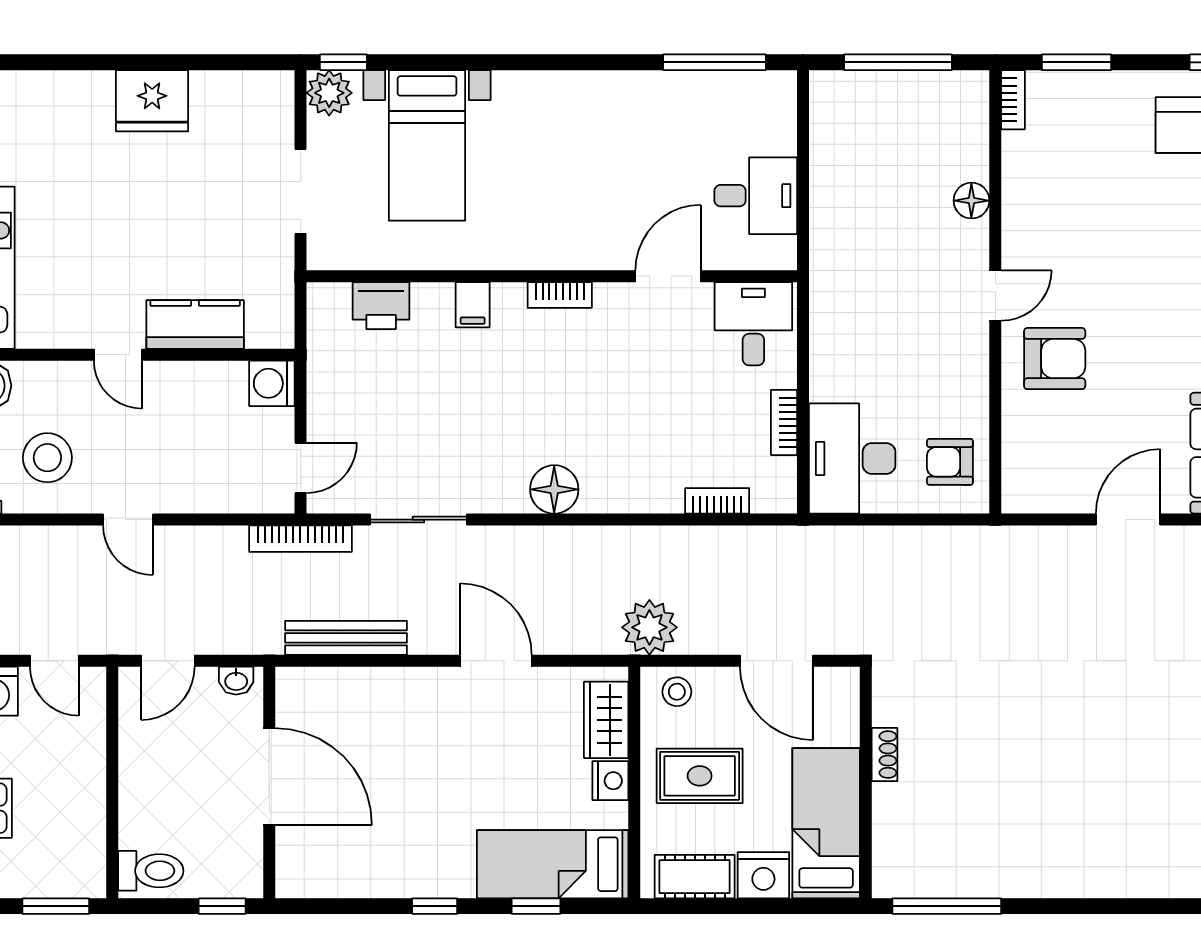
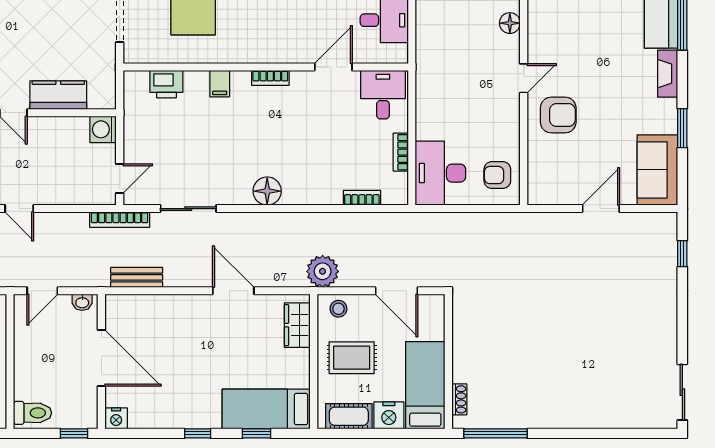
bench: (346, 638) -> (137, 277), width x0.73
shoe rack: (885, 754) -> (459, 399), moved
nightstand: (610, 781) -> (116, 418), moved, turned 90

